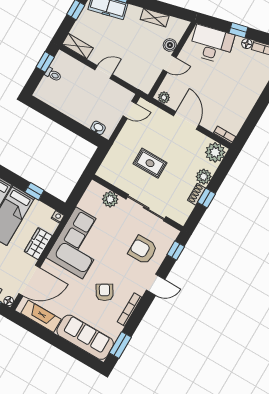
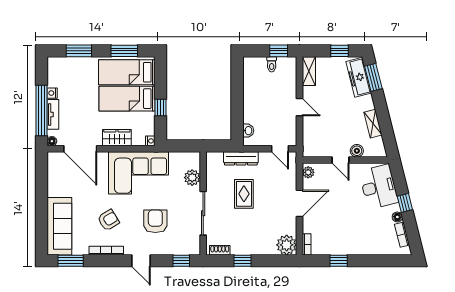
window: (255, 116) -> (339, 261), added
dresser: (118, 148) -> (241, 158), added
plant: (204, 177) -> (260, 247), removed
shoe rack: (197, 194) -> (220, 250), moved
armchair: (143, 250) -> (155, 221), moved
fireplace: (41, 316) -> (55, 177), removed

